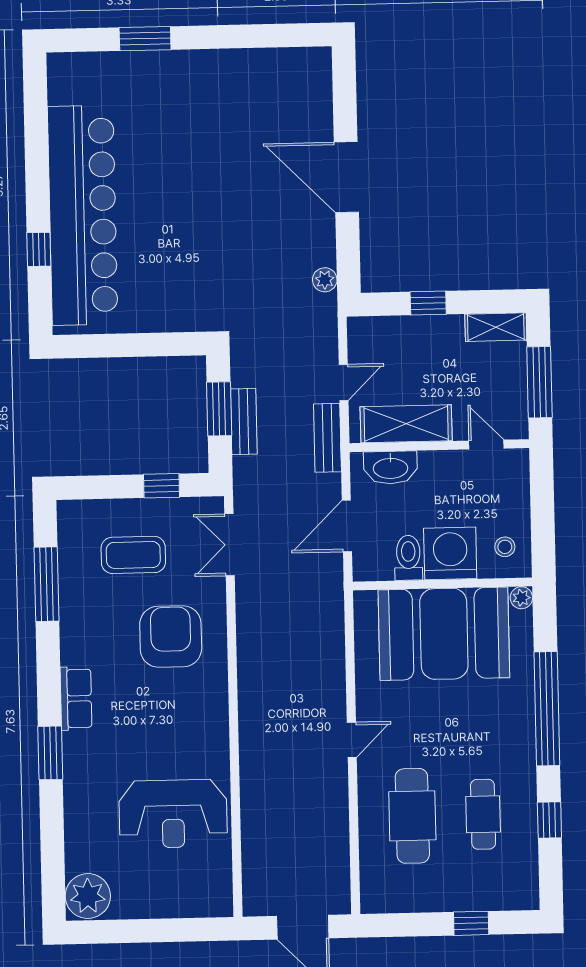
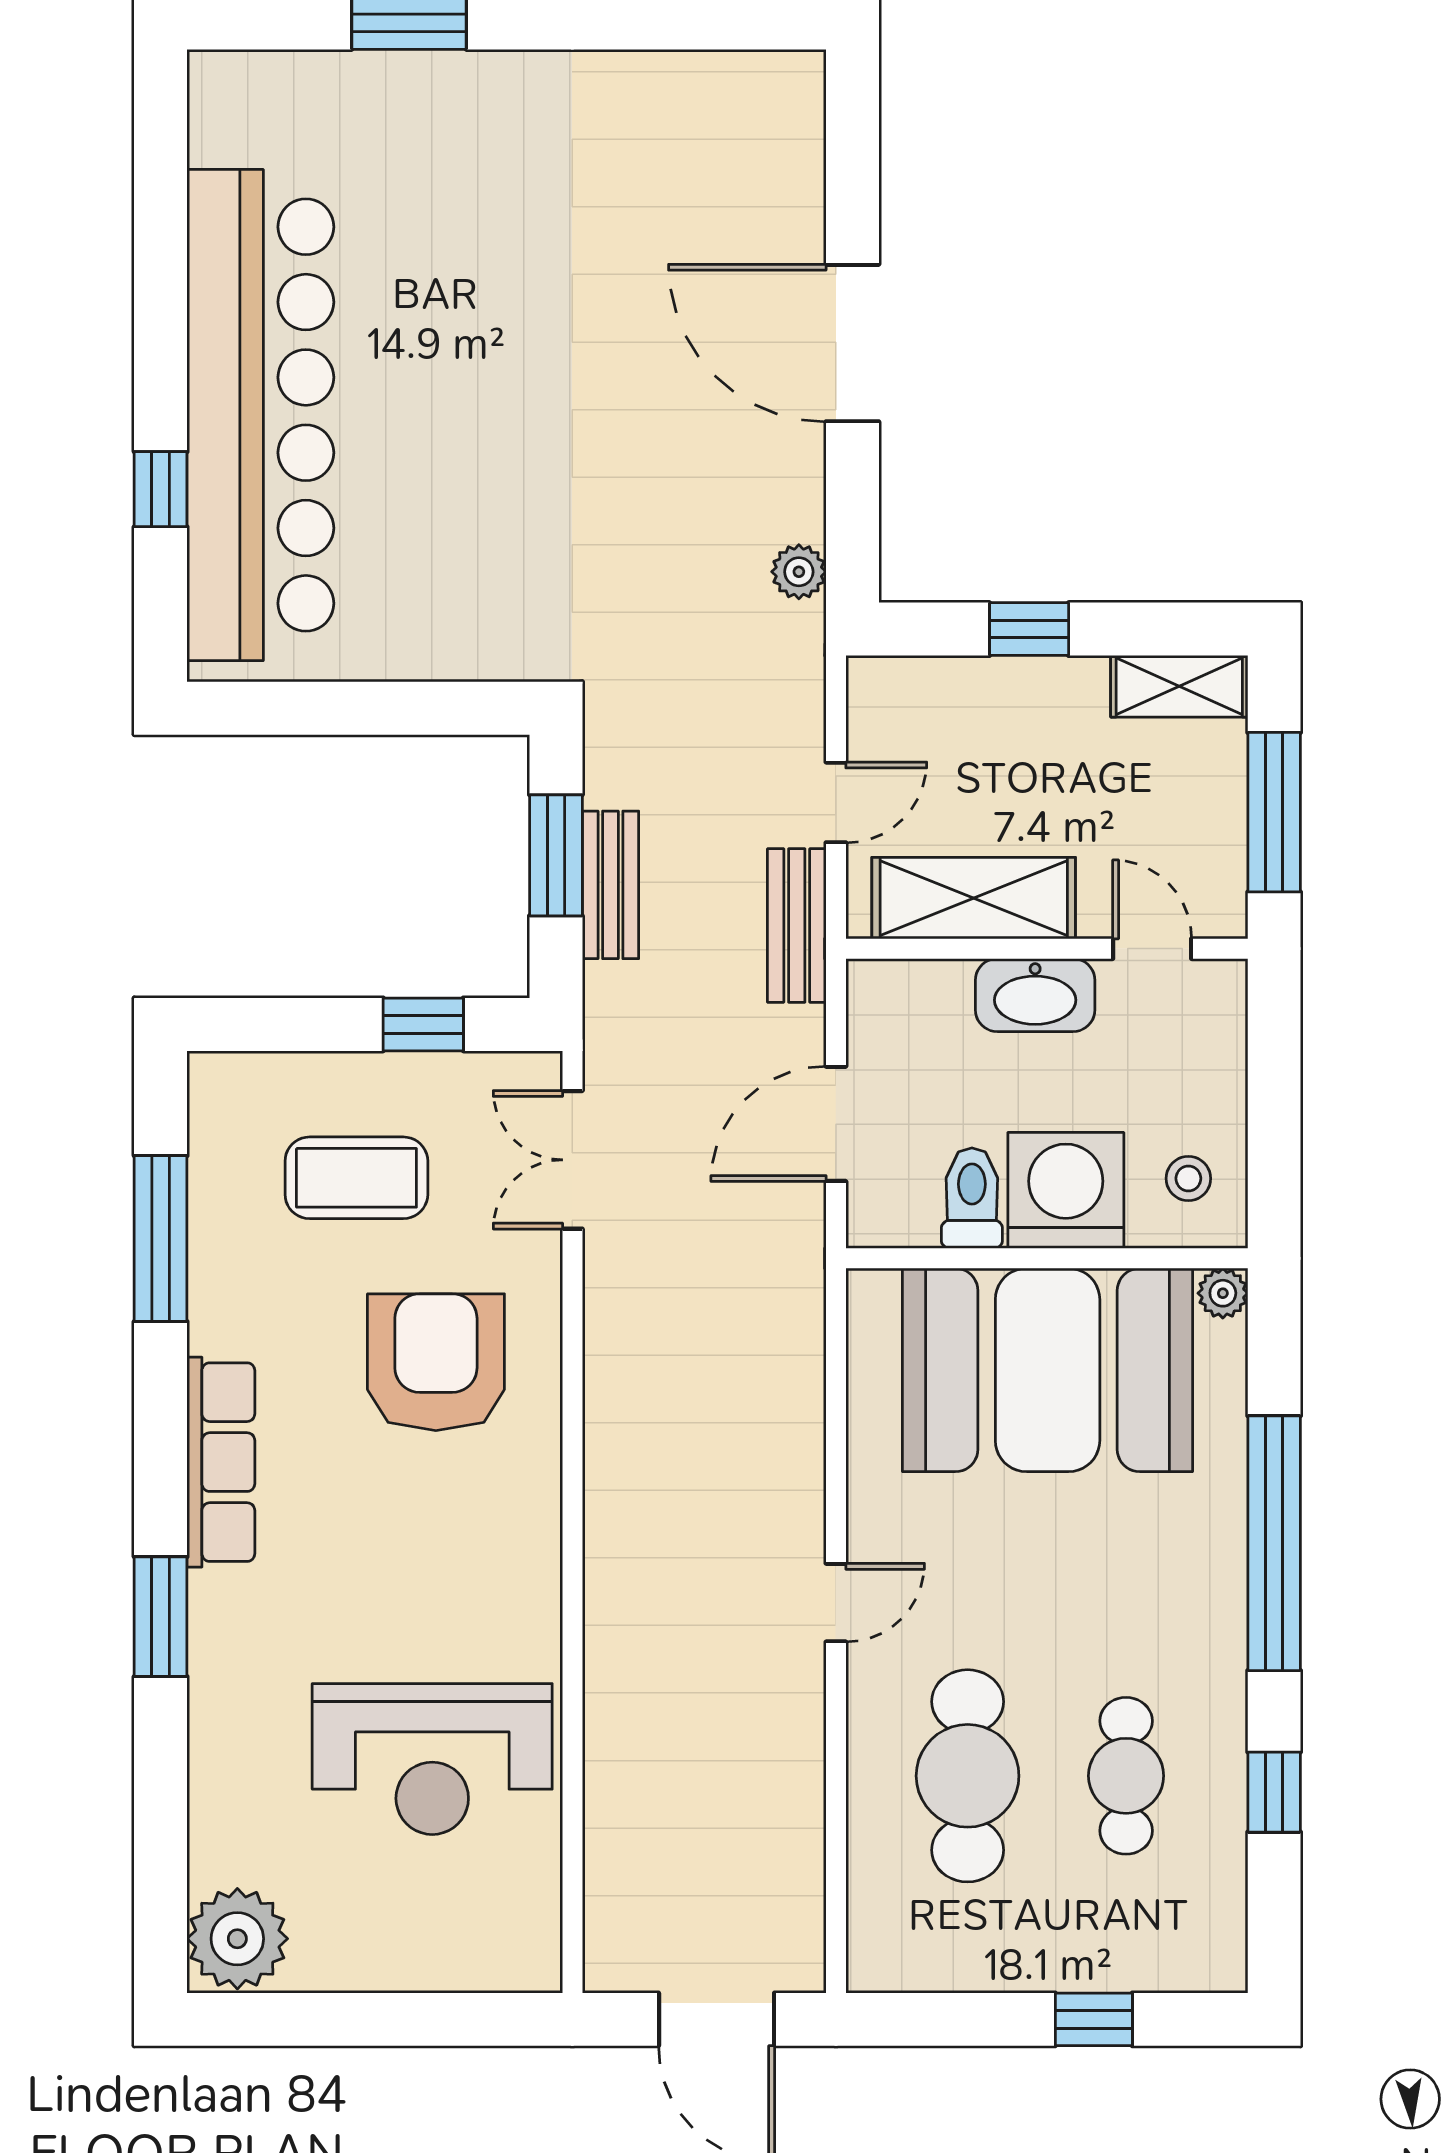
washbasin: (390, 467) -> (1035, 995), moved
row of seats: (76, 698) -> (221, 1462), width x1.48

